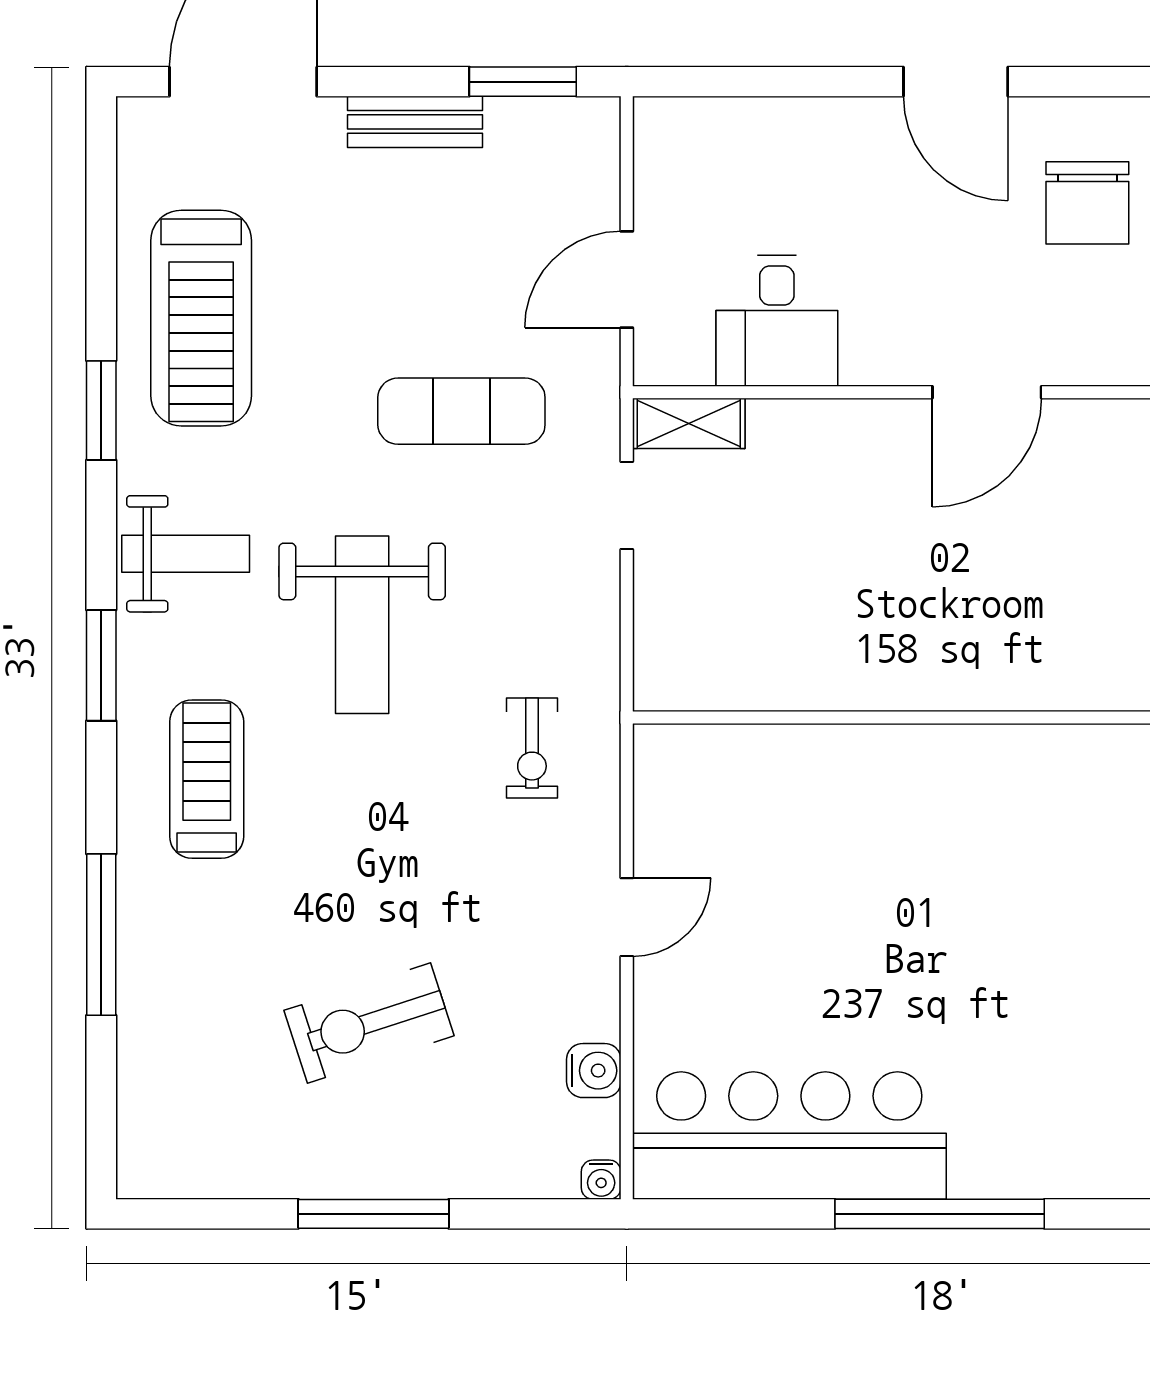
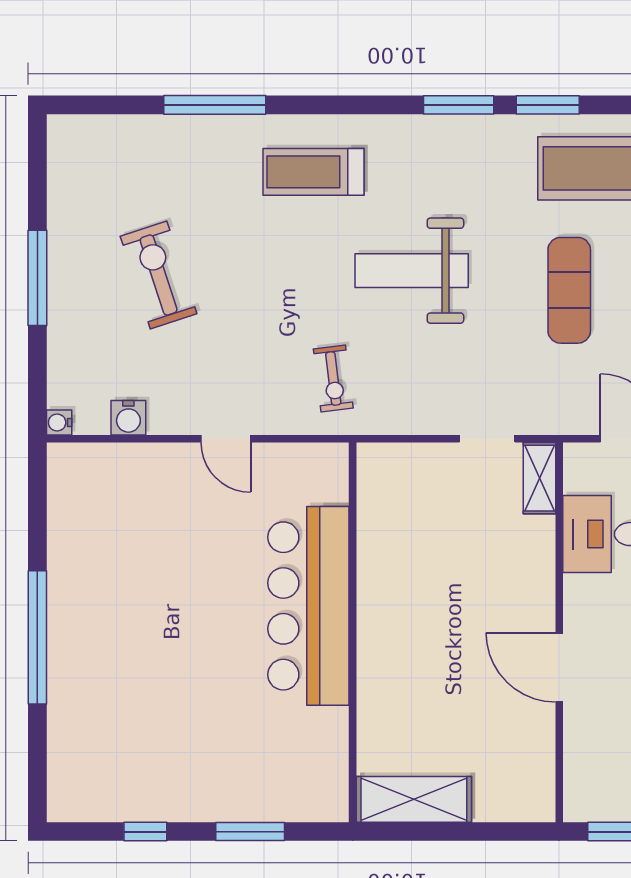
exercise mat: (461, 411) -> (569, 290), moved
weight bench: (186, 554) -> (457, 158), removed
window: (101, 665) -> (459, 105), moved
exercise bike: (532, 748) -> (333, 379), turned -97
treadmill: (207, 779) -> (314, 172), turned 180
bar counter: (789, 1136) -> (308, 606), moved, turned 180

